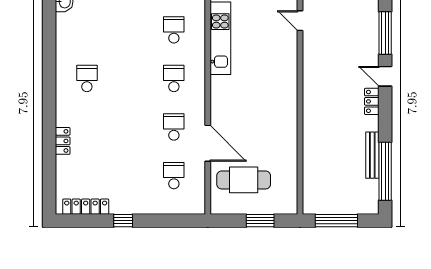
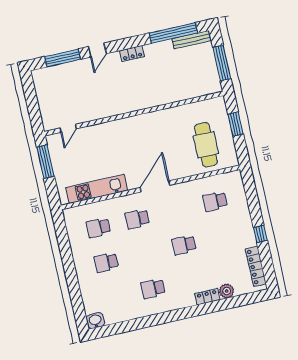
school desk: (130, 30) -> (106, 262), added
locker: (372, 101) -> (132, 54), moved
school desk: (174, 127) -> (184, 245), moved
door: (208, 143) -> (155, 186), moved
bench: (372, 155) -> (192, 40), moved
plant: (64, 165) -> (227, 291), added

